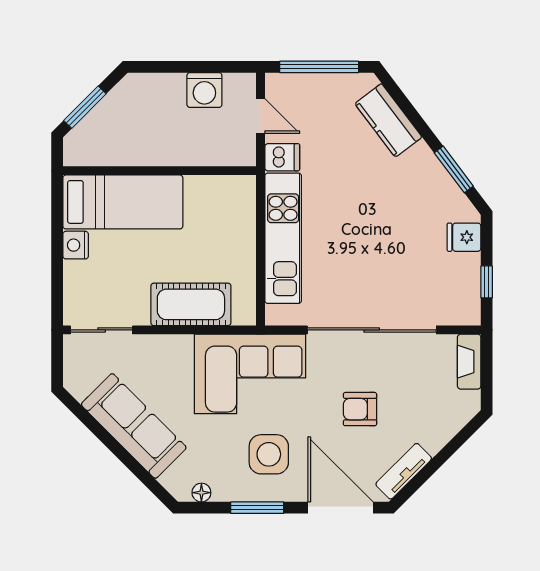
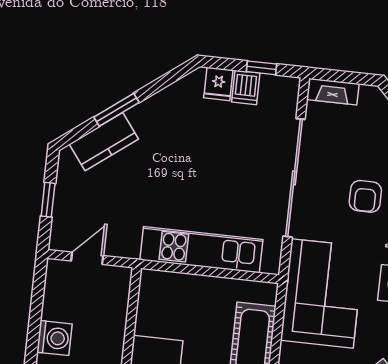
window: (319, 67) -> (48, 200), width x0.46
washing machine: (204, 90) -> (54, 338), moved
dishwasher: (282, 157) -> (246, 88), moved, turned 180
window: (454, 169) -> (117, 110), moved

